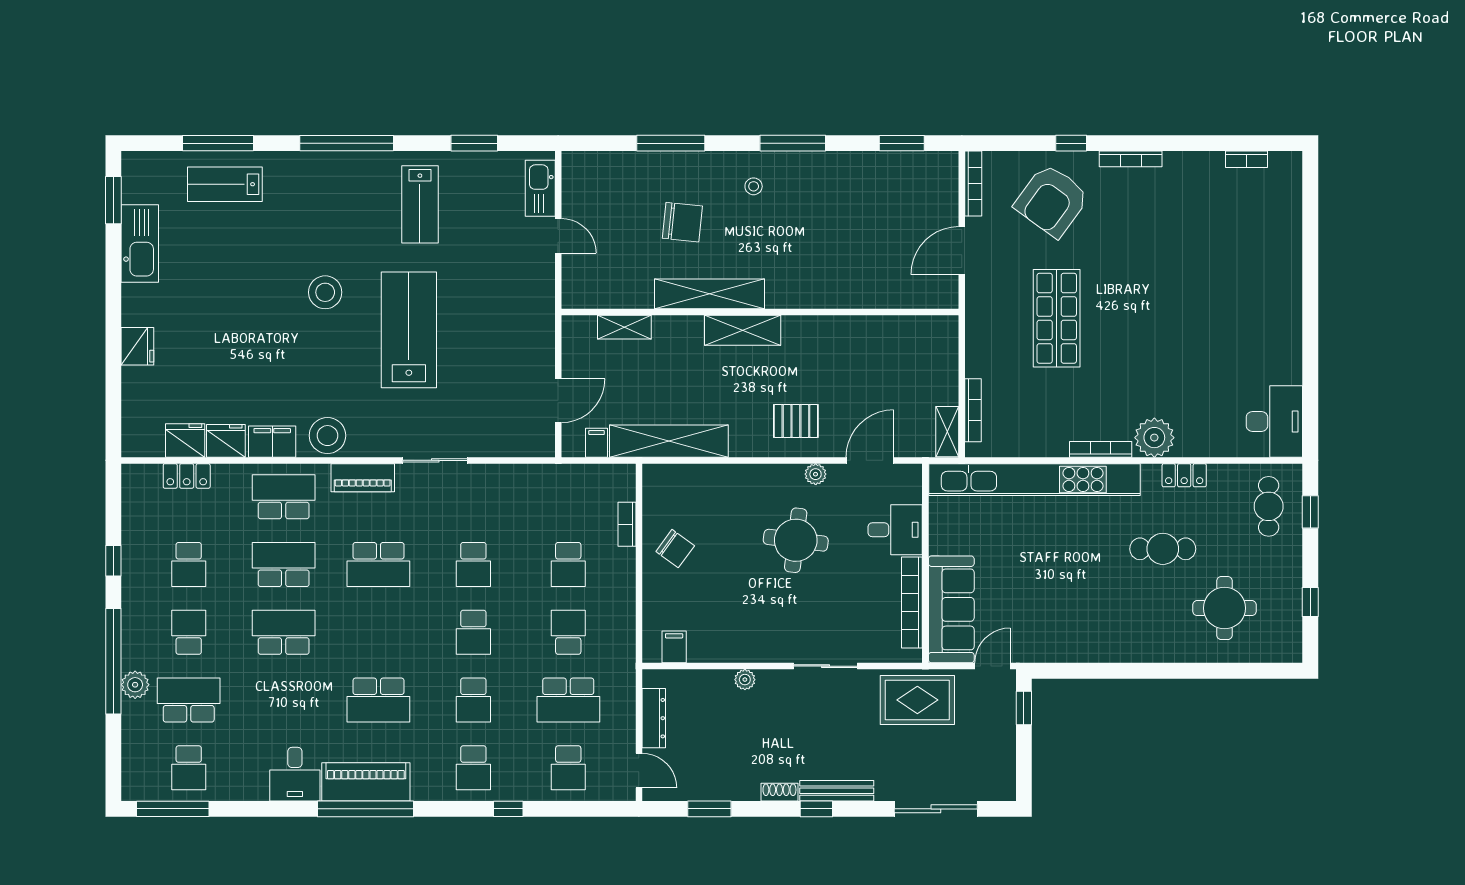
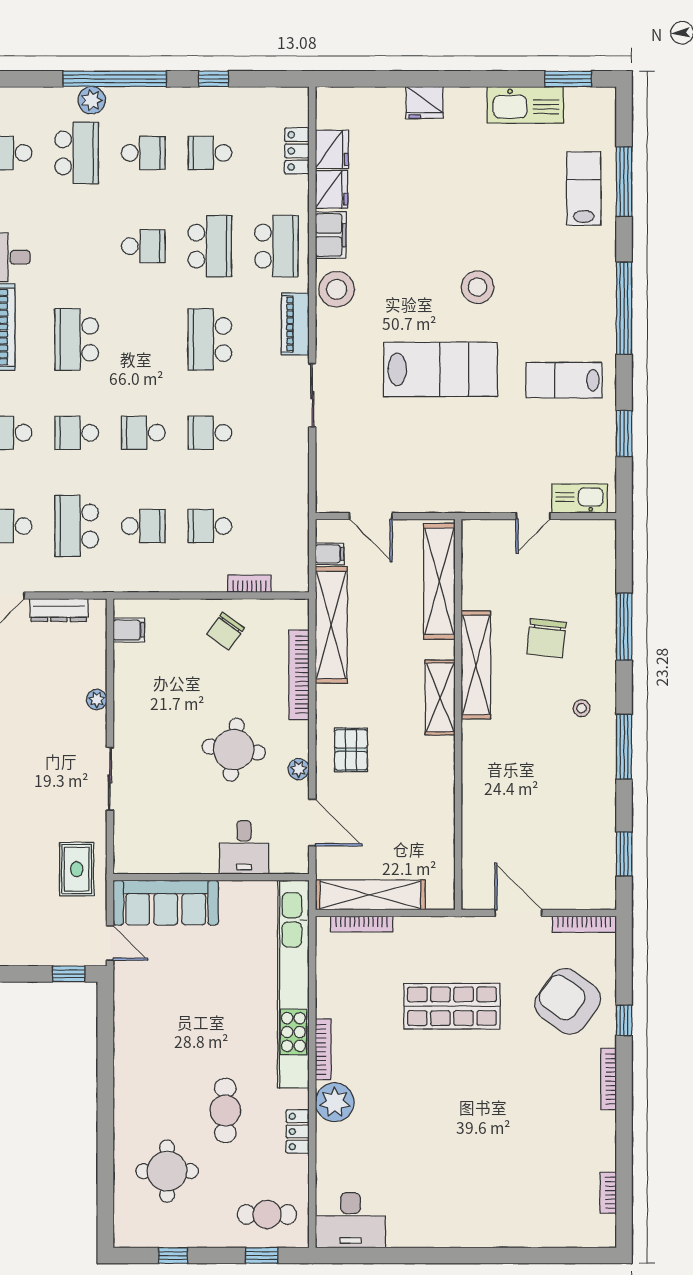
shelving: (624, 327) -> (439, 581), width x2.20, depth x1.33
shelving: (947, 432) -> (370, 895), width x2.20, depth x1.33
bookcase: (912, 603) -> (299, 675), moved, turned -90
school desk: (284, 632) -> (143, 246), width x0.54
rug: (917, 700) -> (77, 869), width x0.73, depth x0.70

